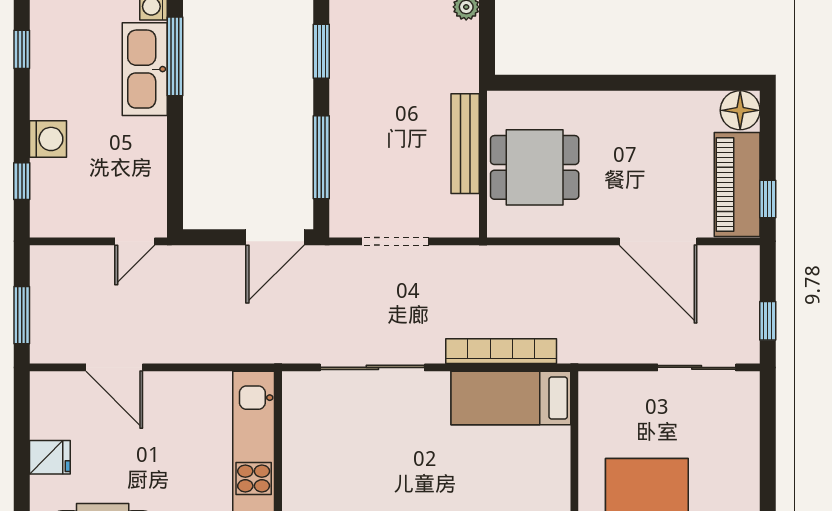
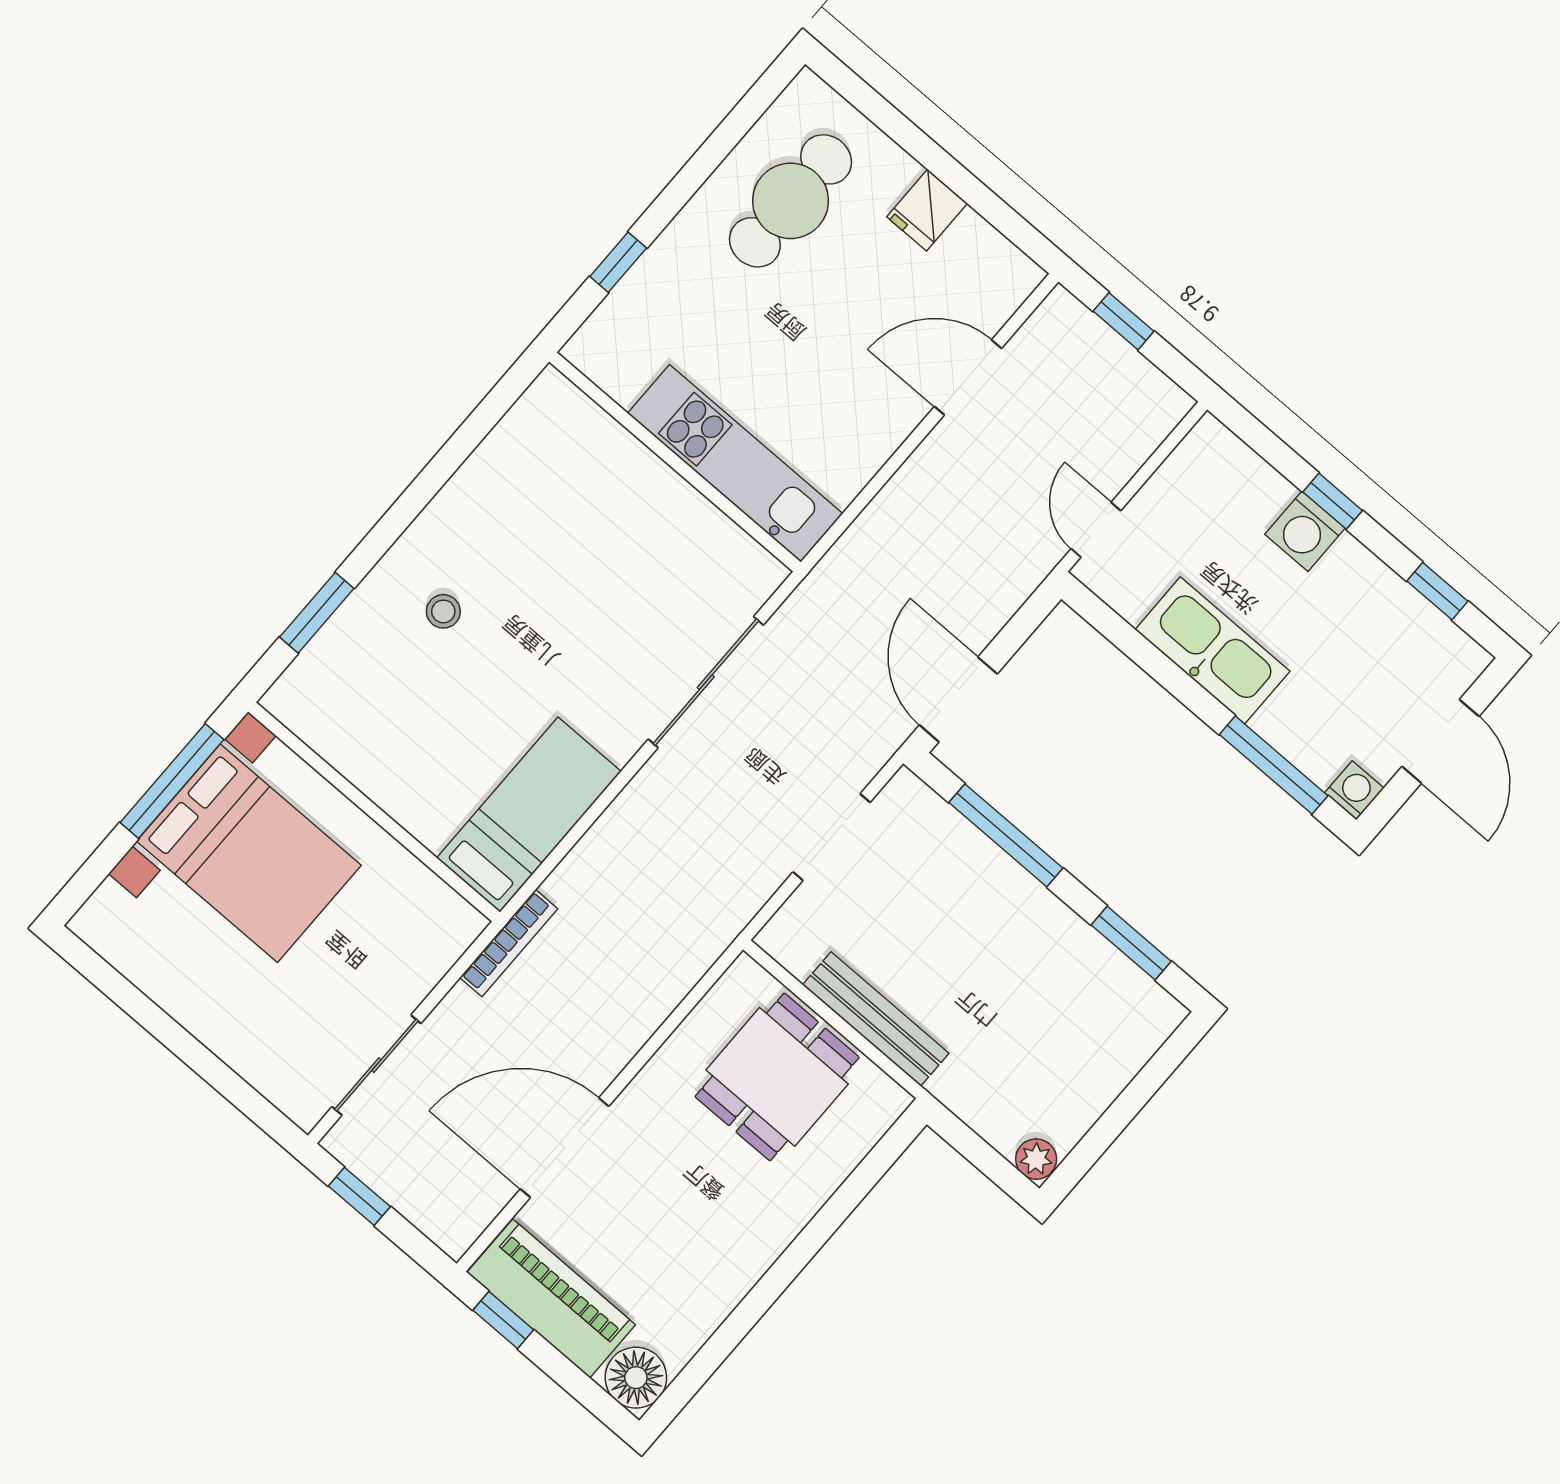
kitchen sink: (145, 69) -> (1212, 650), moved
window: (22, 181) -> (1333, 501), moved
window: (22, 315) -> (1124, 321), width x0.67
bookcase: (501, 351) -> (509, 943), moved, width x0.68, depth x0.76

